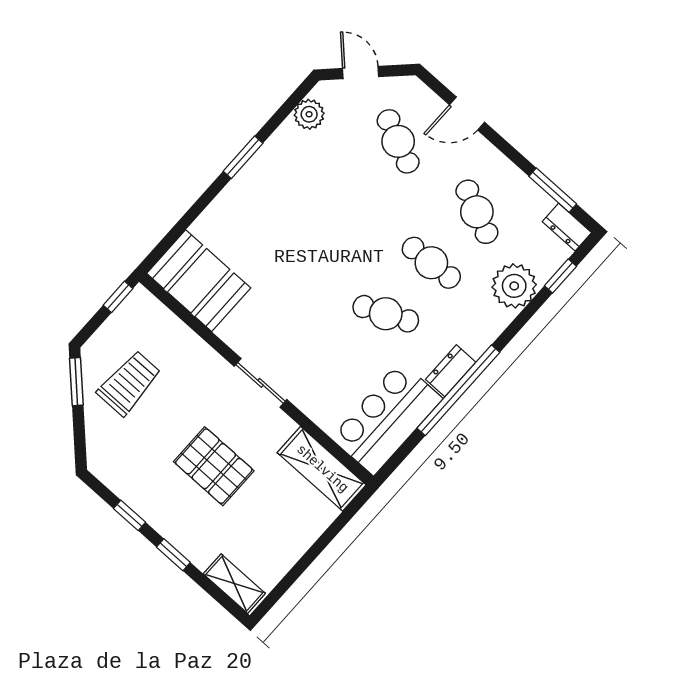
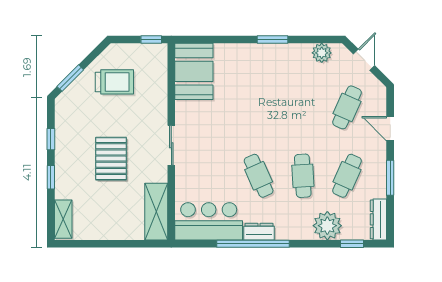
window: (553, 190) -> (390, 178), moved
dresser: (567, 227) -> (378, 219), width x1.44
window: (76, 382) -> (70, 78), moved

